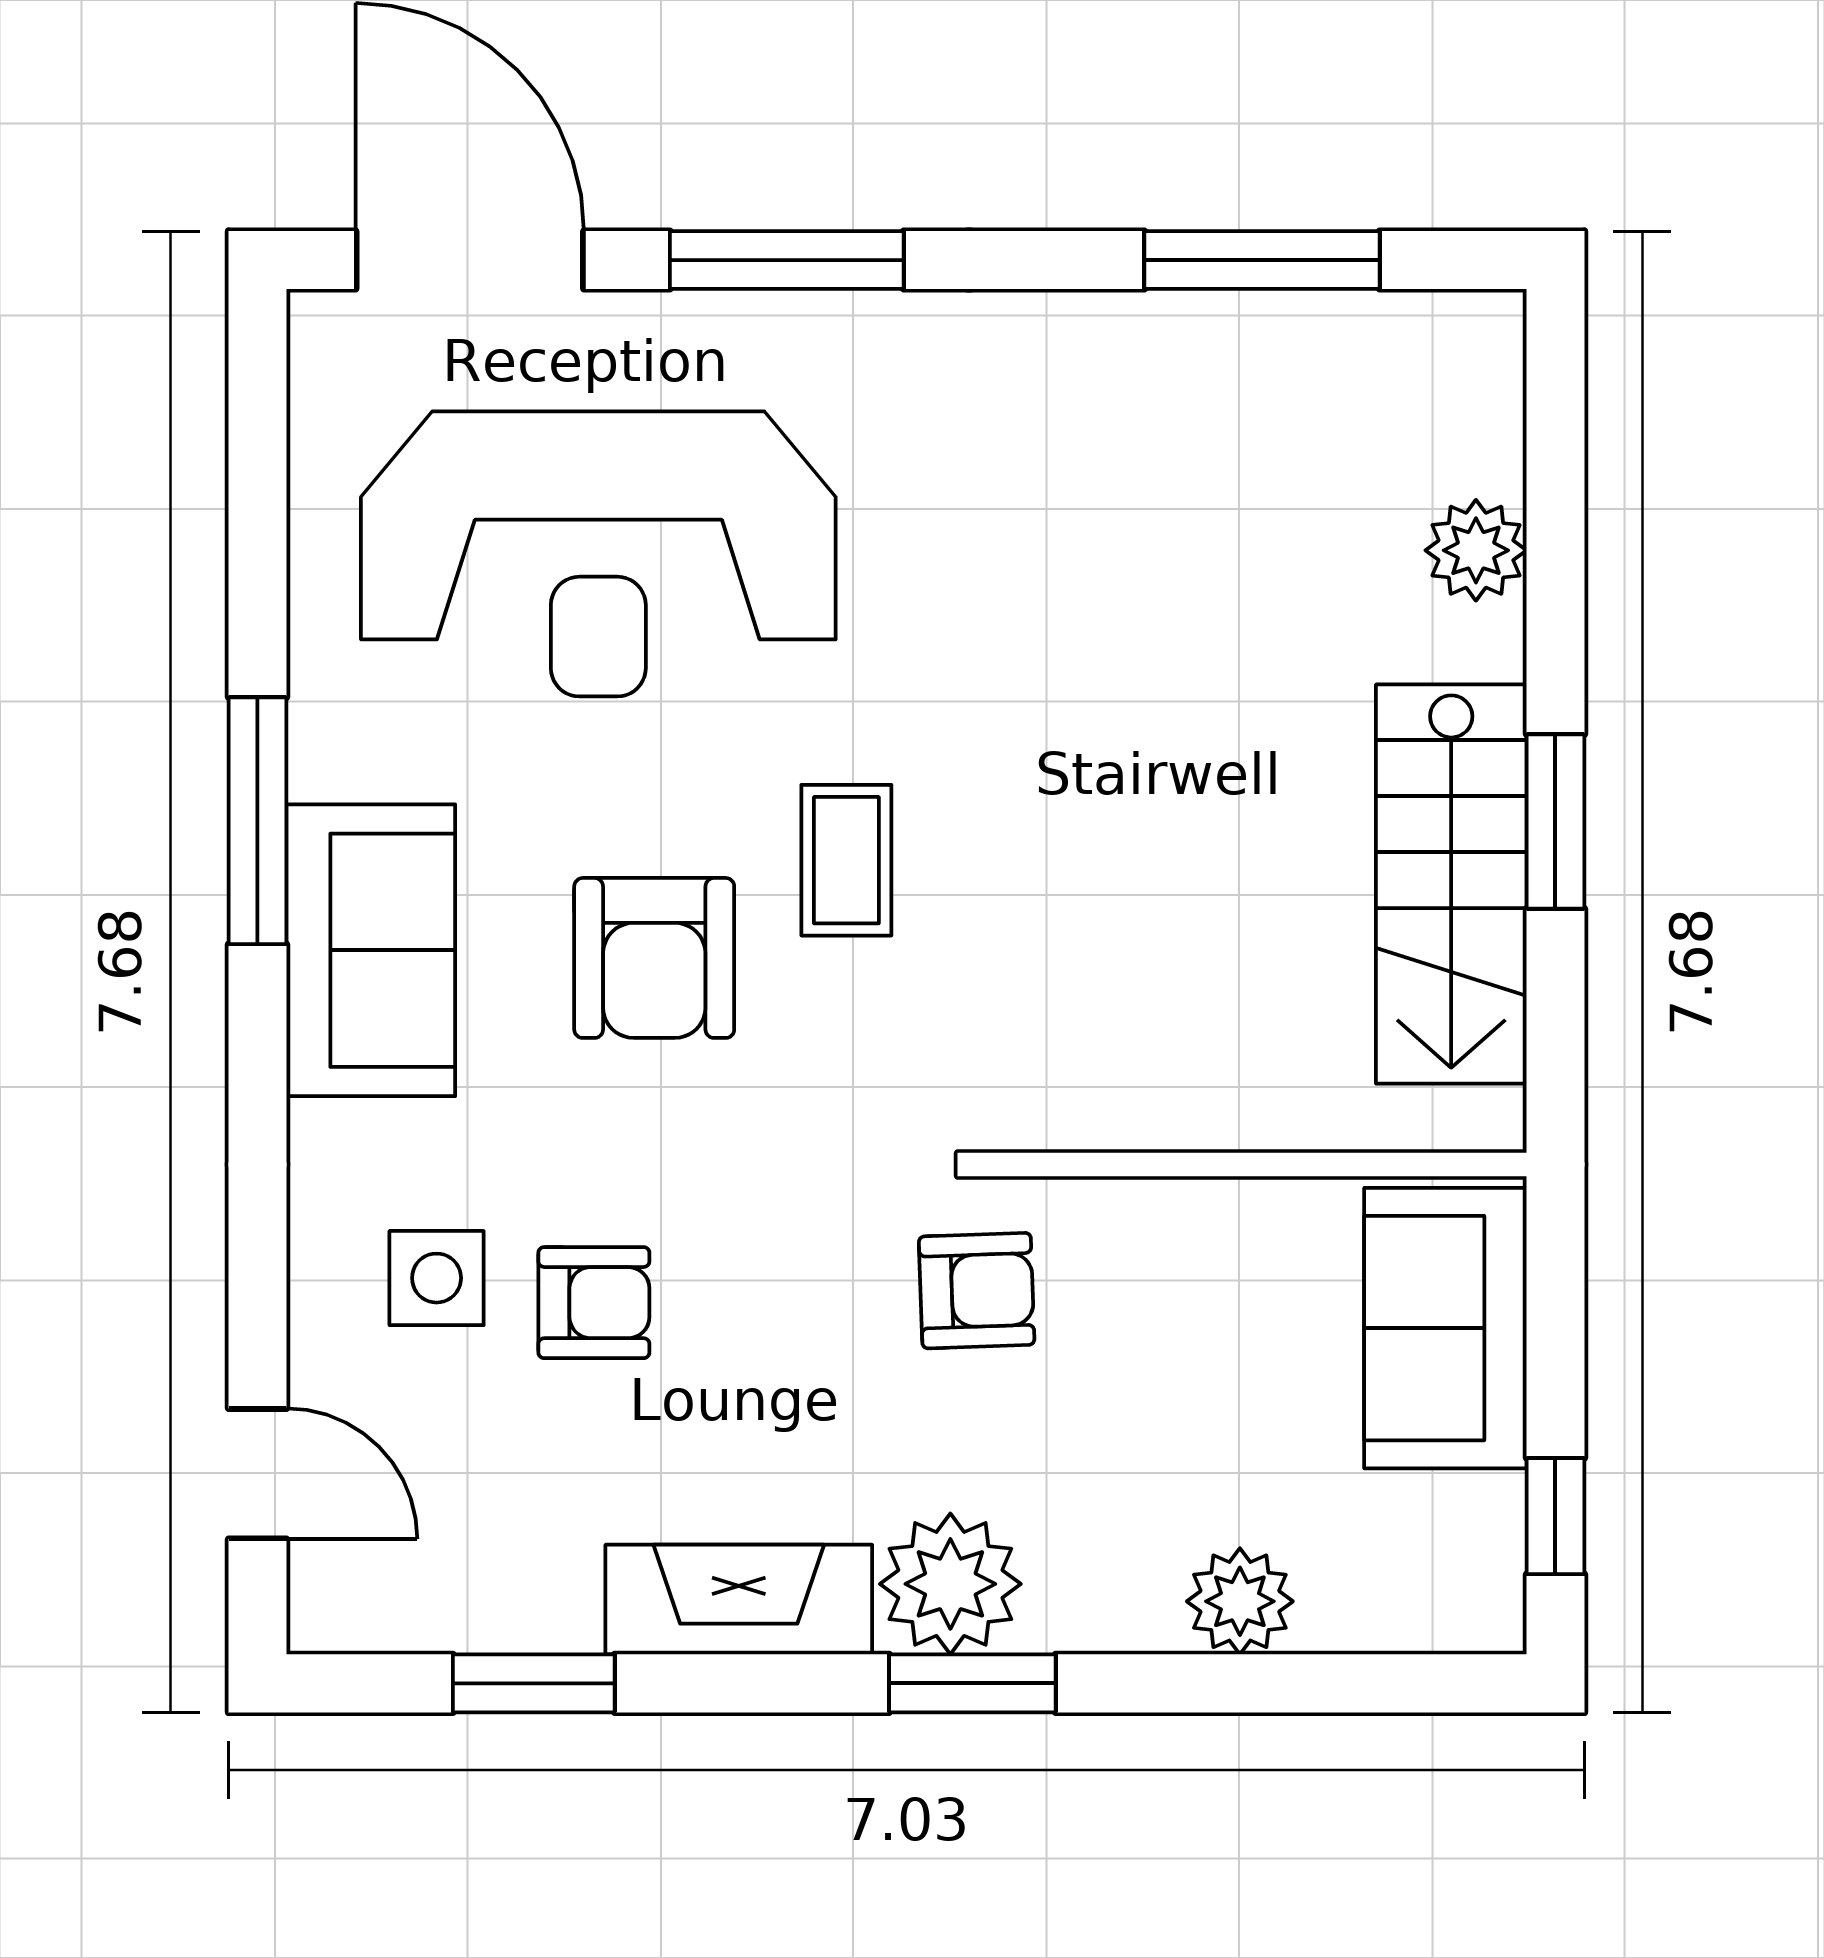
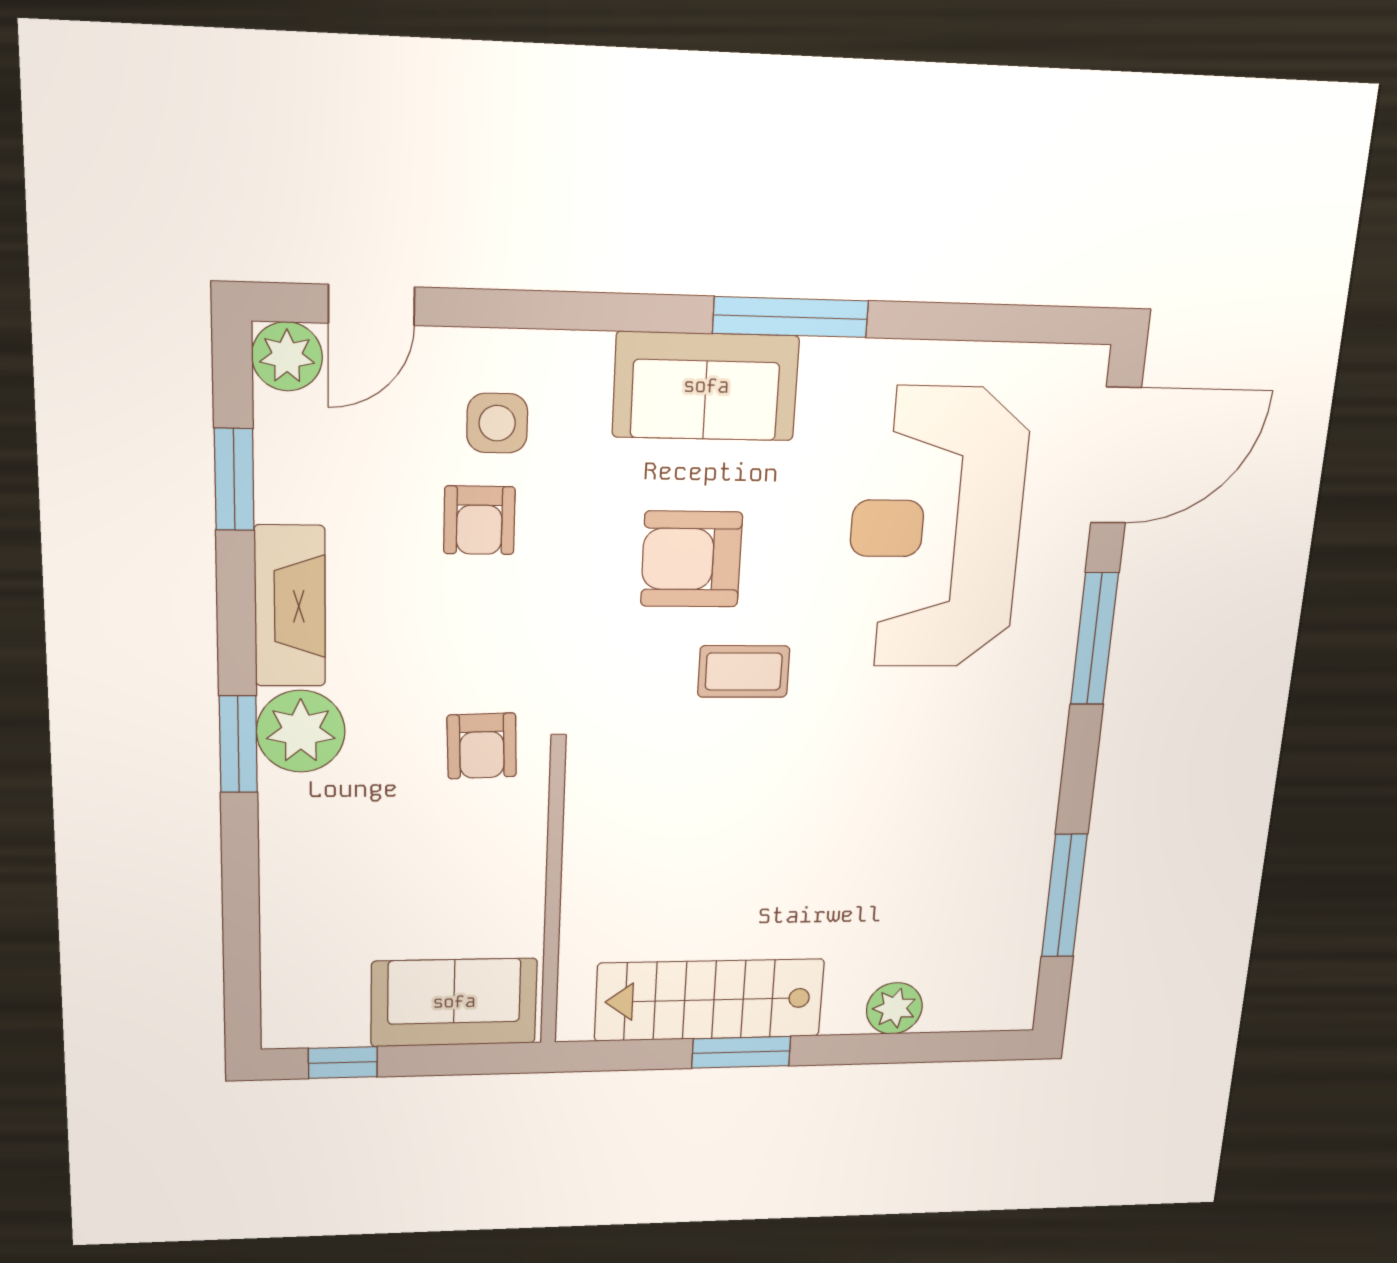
plant: (1240, 1601) -> (287, 356), moved

